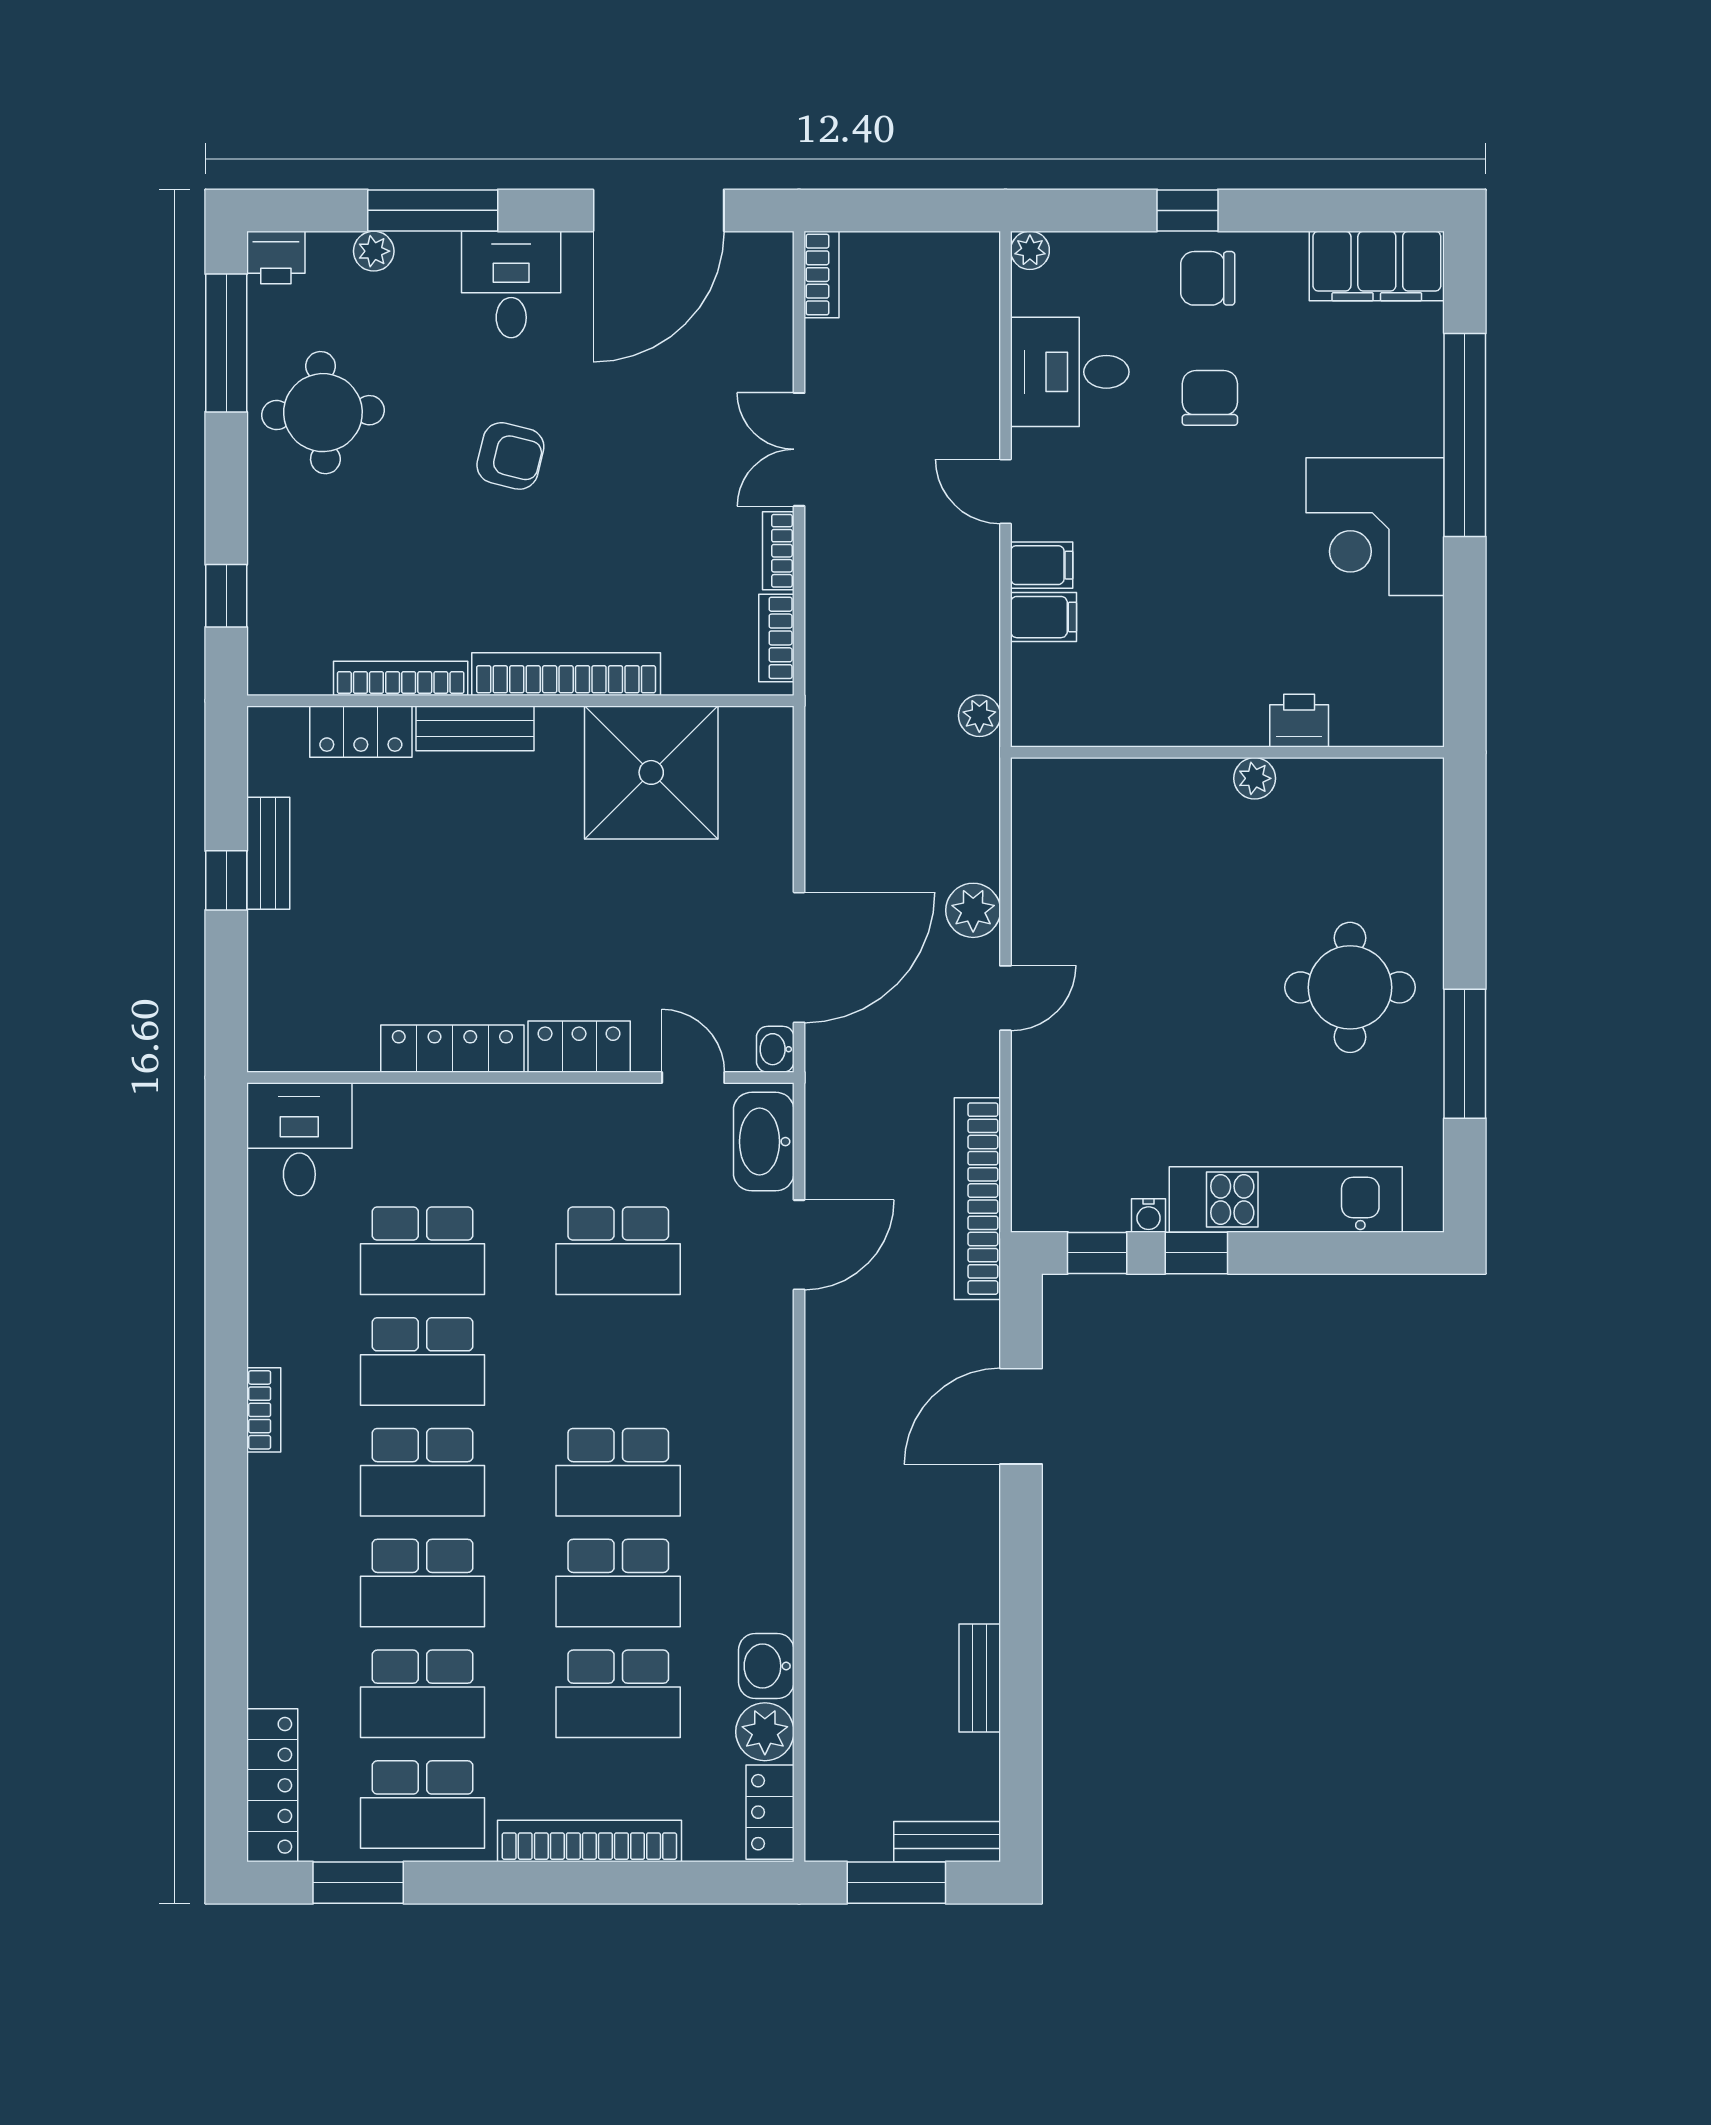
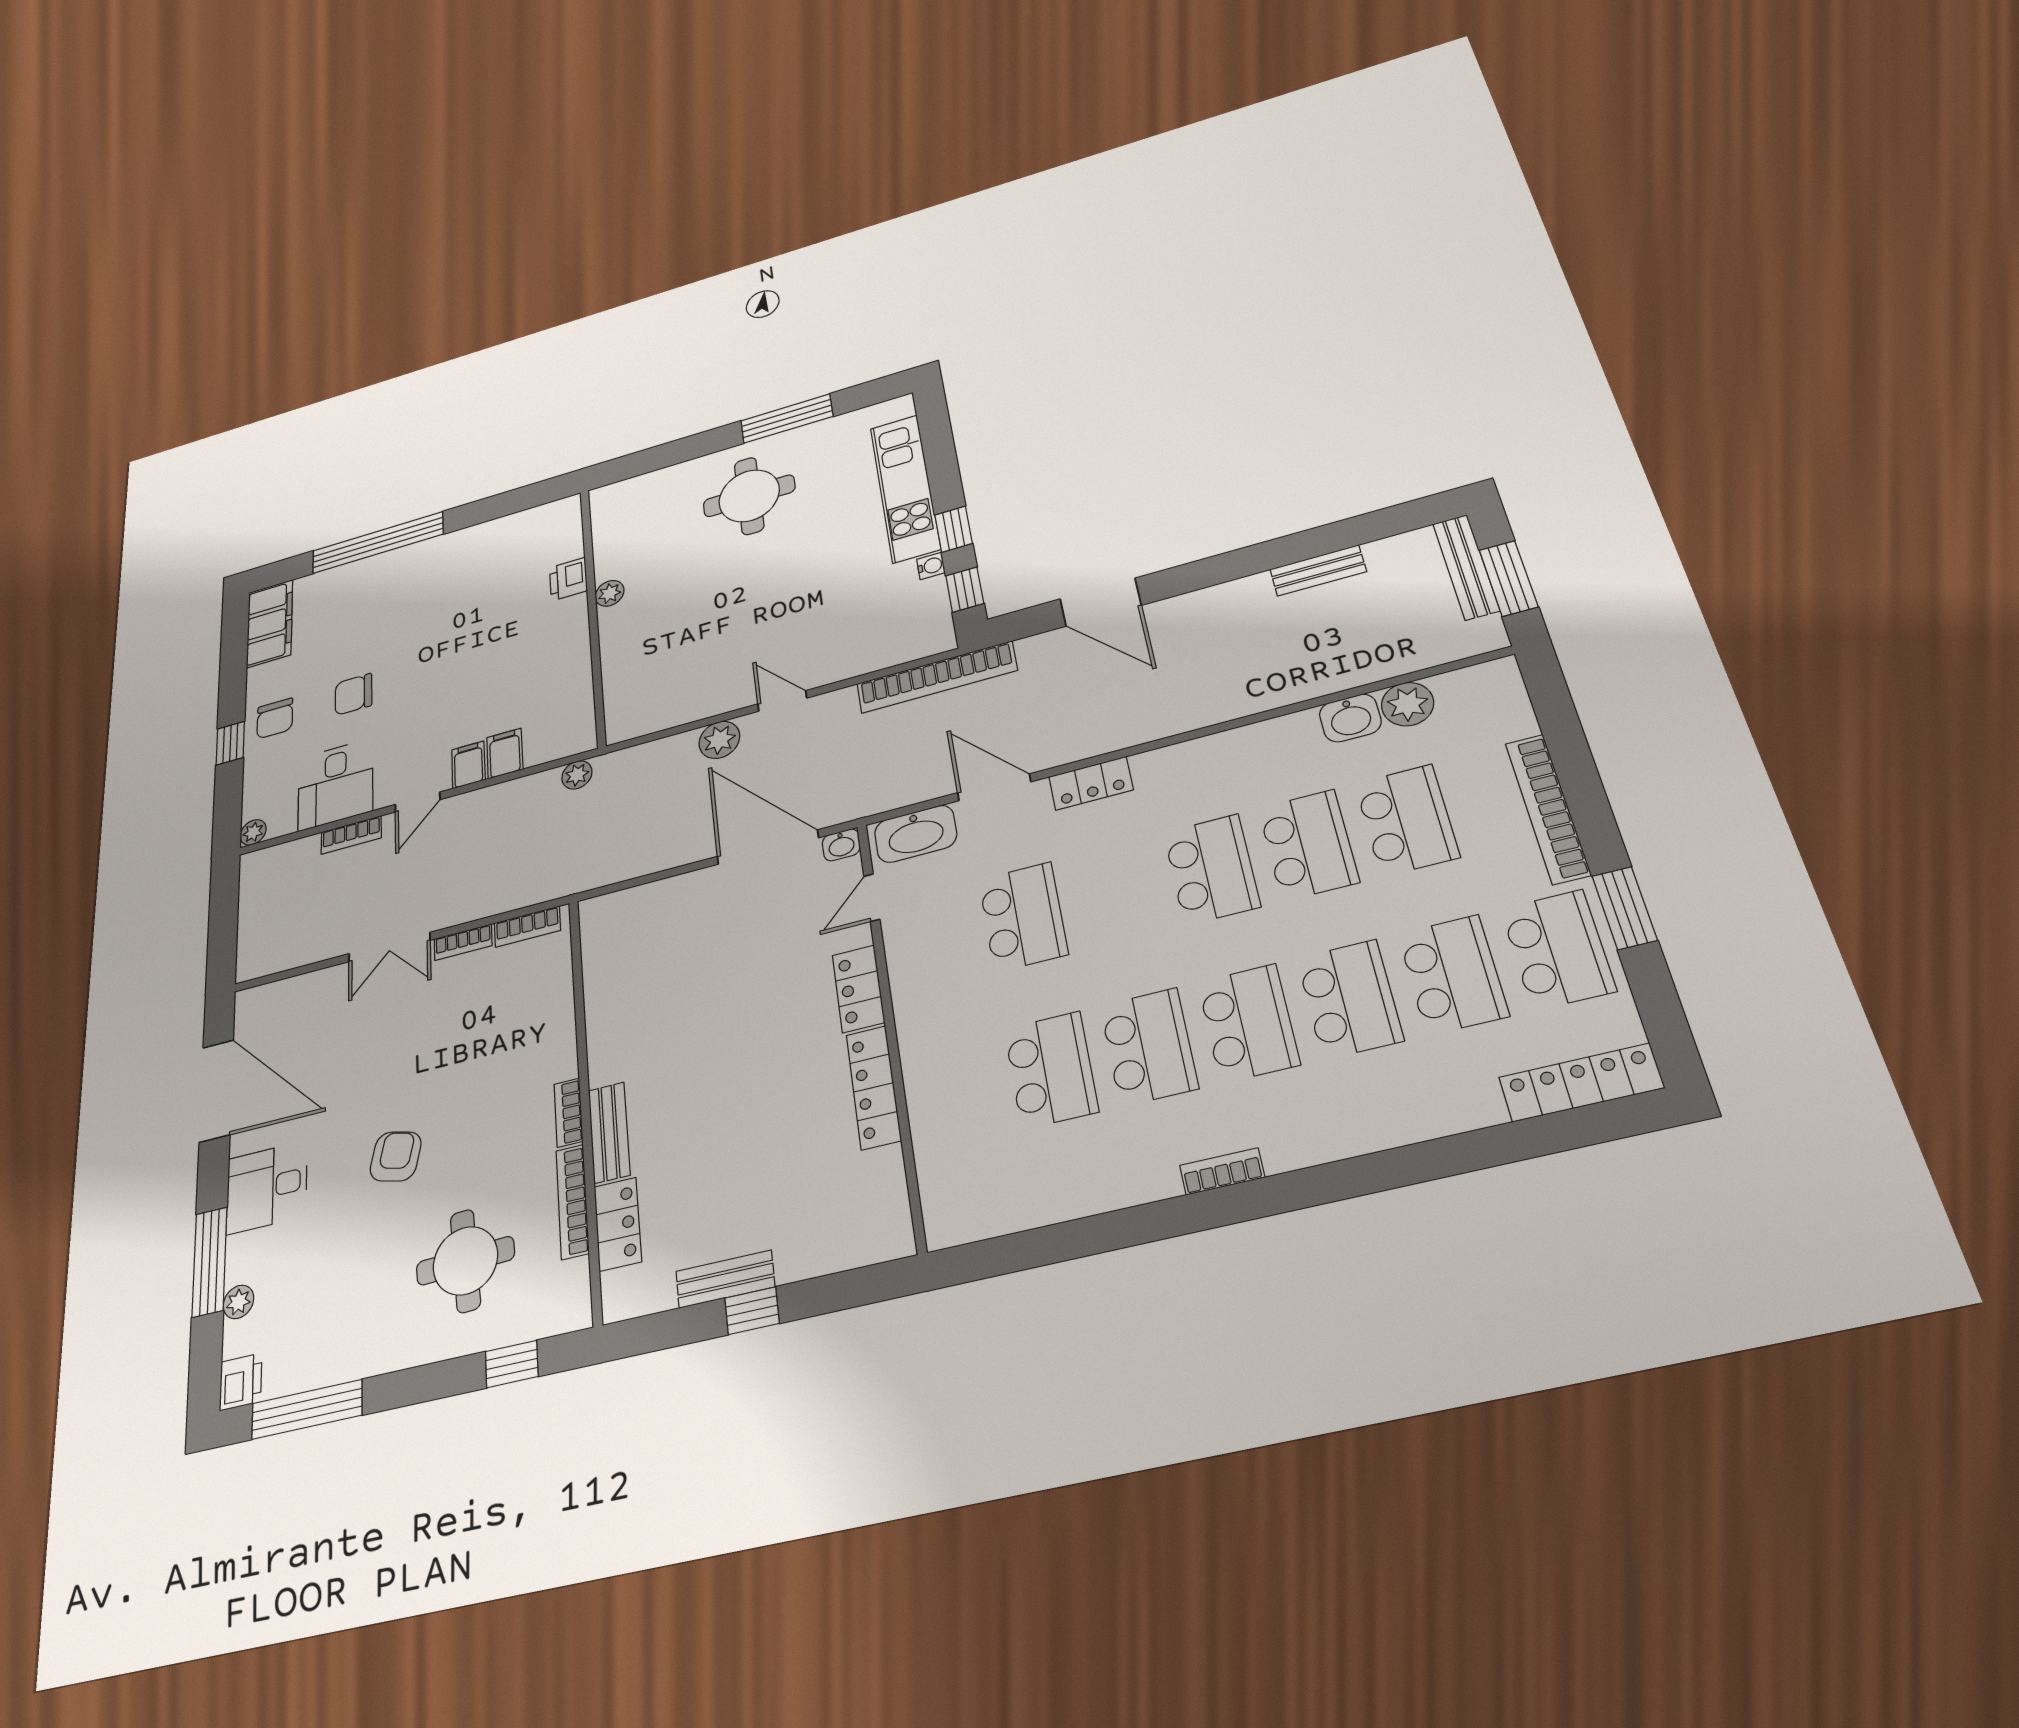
bookcase: (822, 275) -> (351, 835), moved, turned 180
round table: (323, 413) -> (465, 1261), moved
corner desk: (1375, 527) -> (437, 574), removed
bookcase: (566, 674) -> (568, 1113), width x0.43, depth x0.76
shower: (651, 772) -> (635, 990), removed
desk: (299, 1139) -> (970, 1196), removed
locker: (770, 1812) -> (1091, 783), moved
bench: (947, 1842) -> (1466, 567), width x1.36
window: (358, 1883) -> (1625, 908), moved

